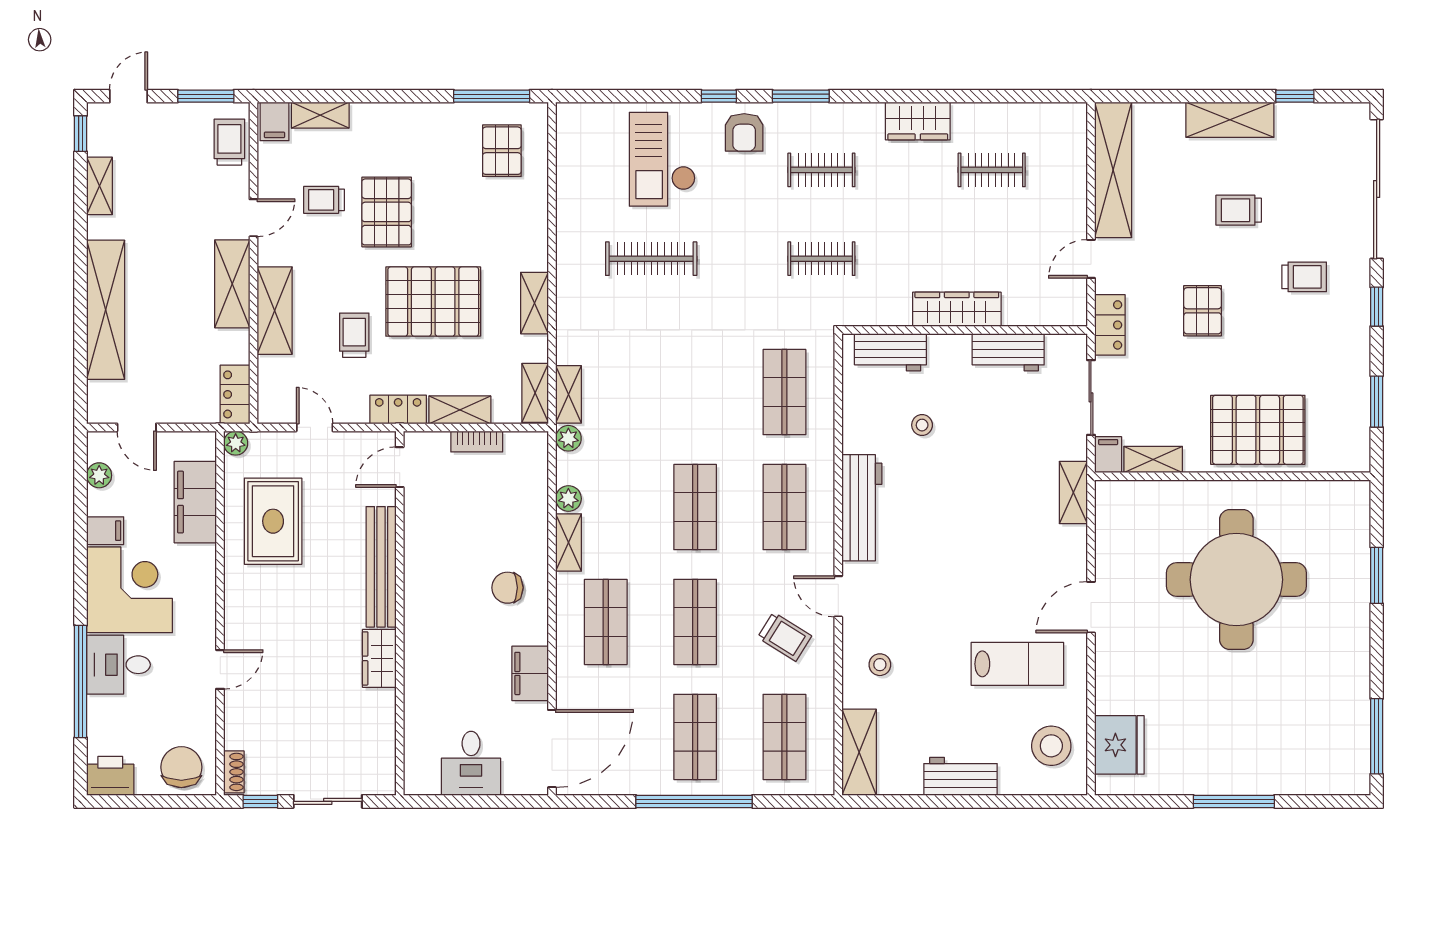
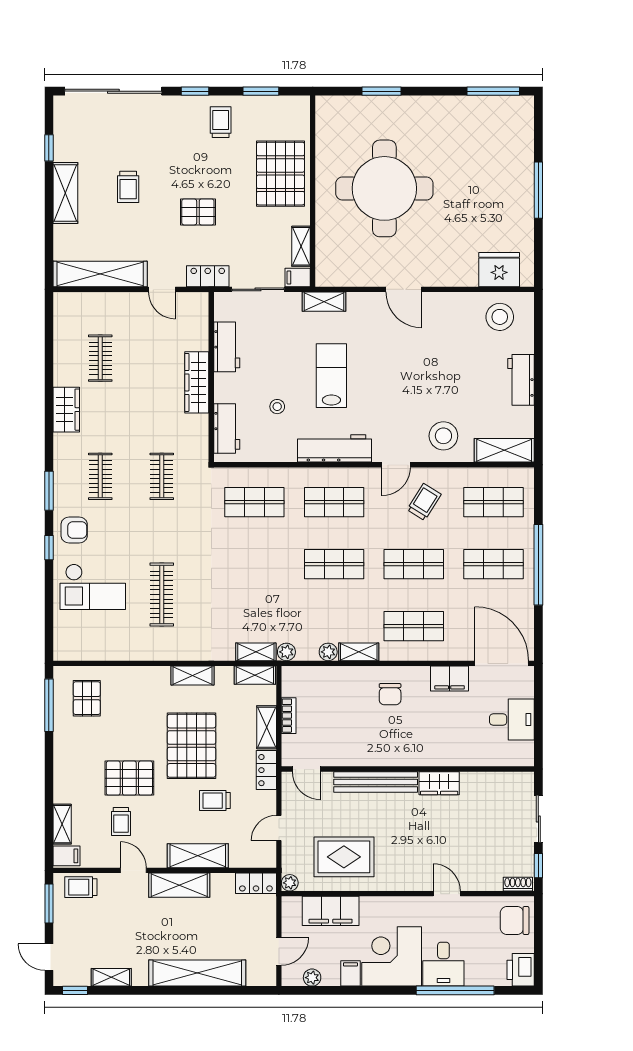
pallet: (502, 151) -> (87, 698), turned 90
trolley: (1304, 277) -> (221, 122), moved
lab bench: (1017, 664) -> (331, 376), moved
stool: (880, 665) -> (443, 436), width x1.89, depth x1.89

